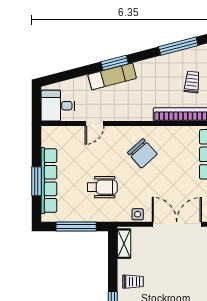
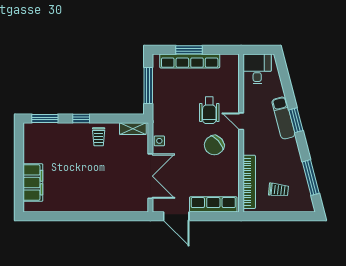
door: (95, 123) -> (241, 121), moved
wheelchair: (102, 187) -> (209, 110), moved

